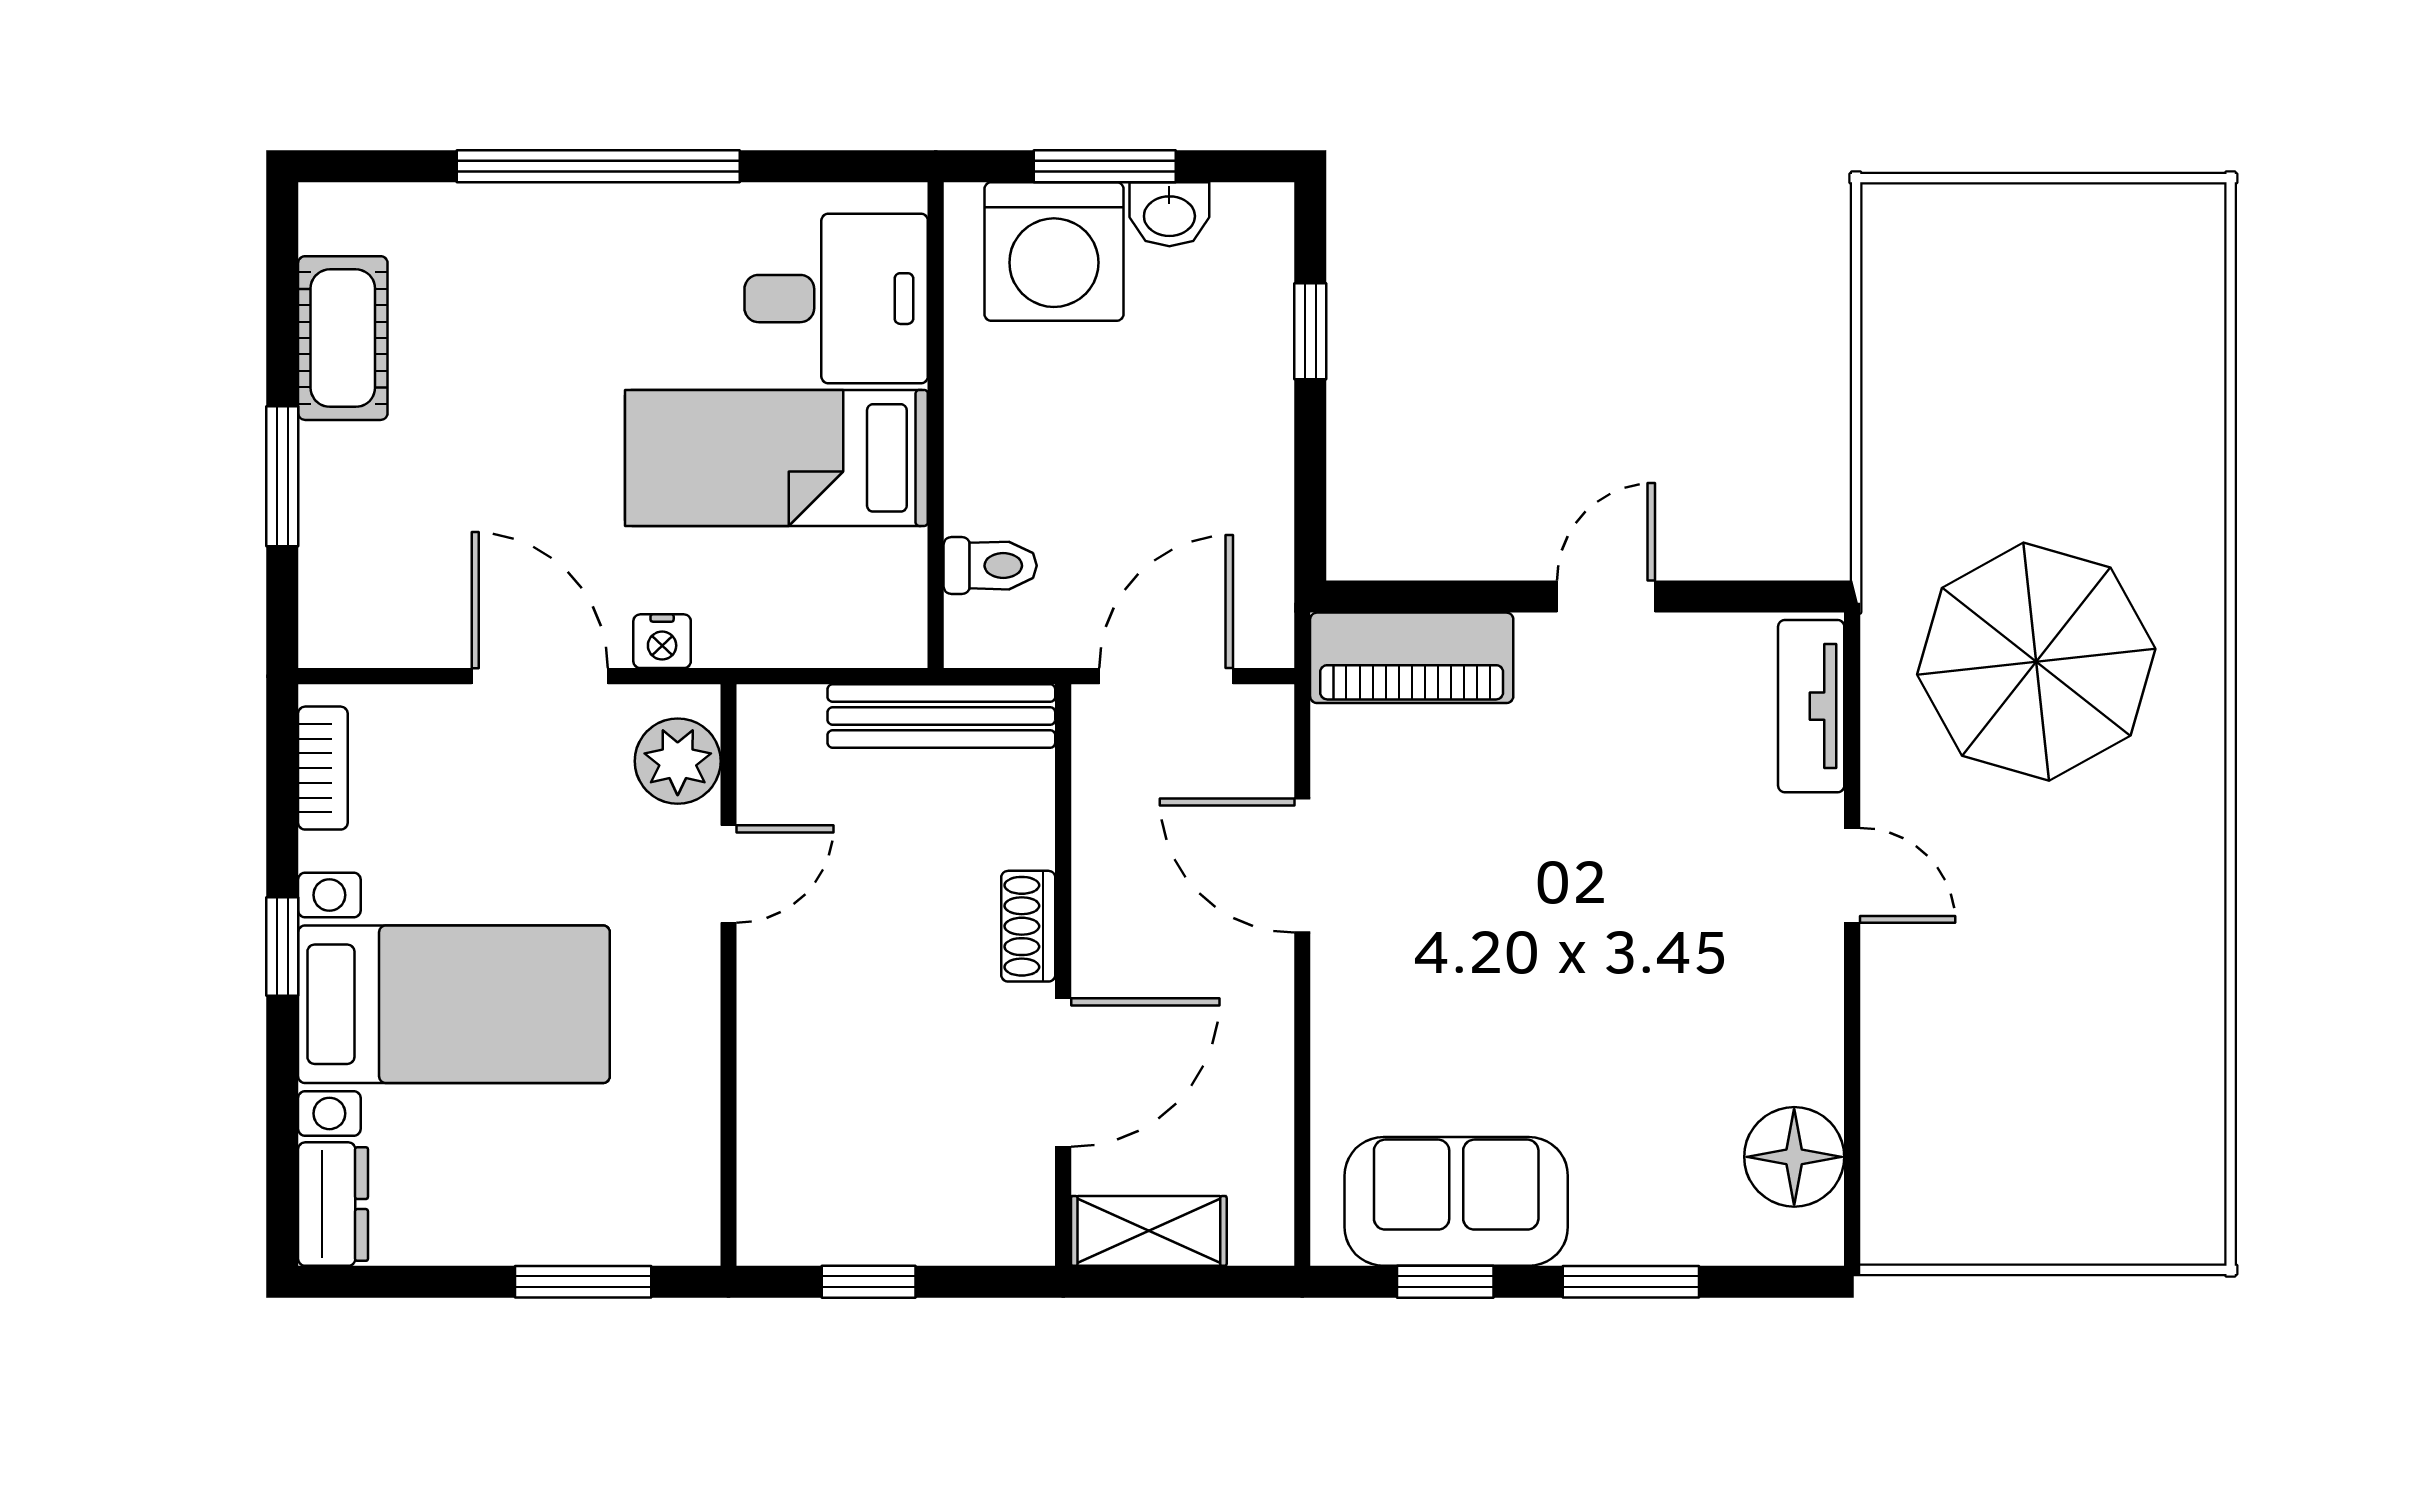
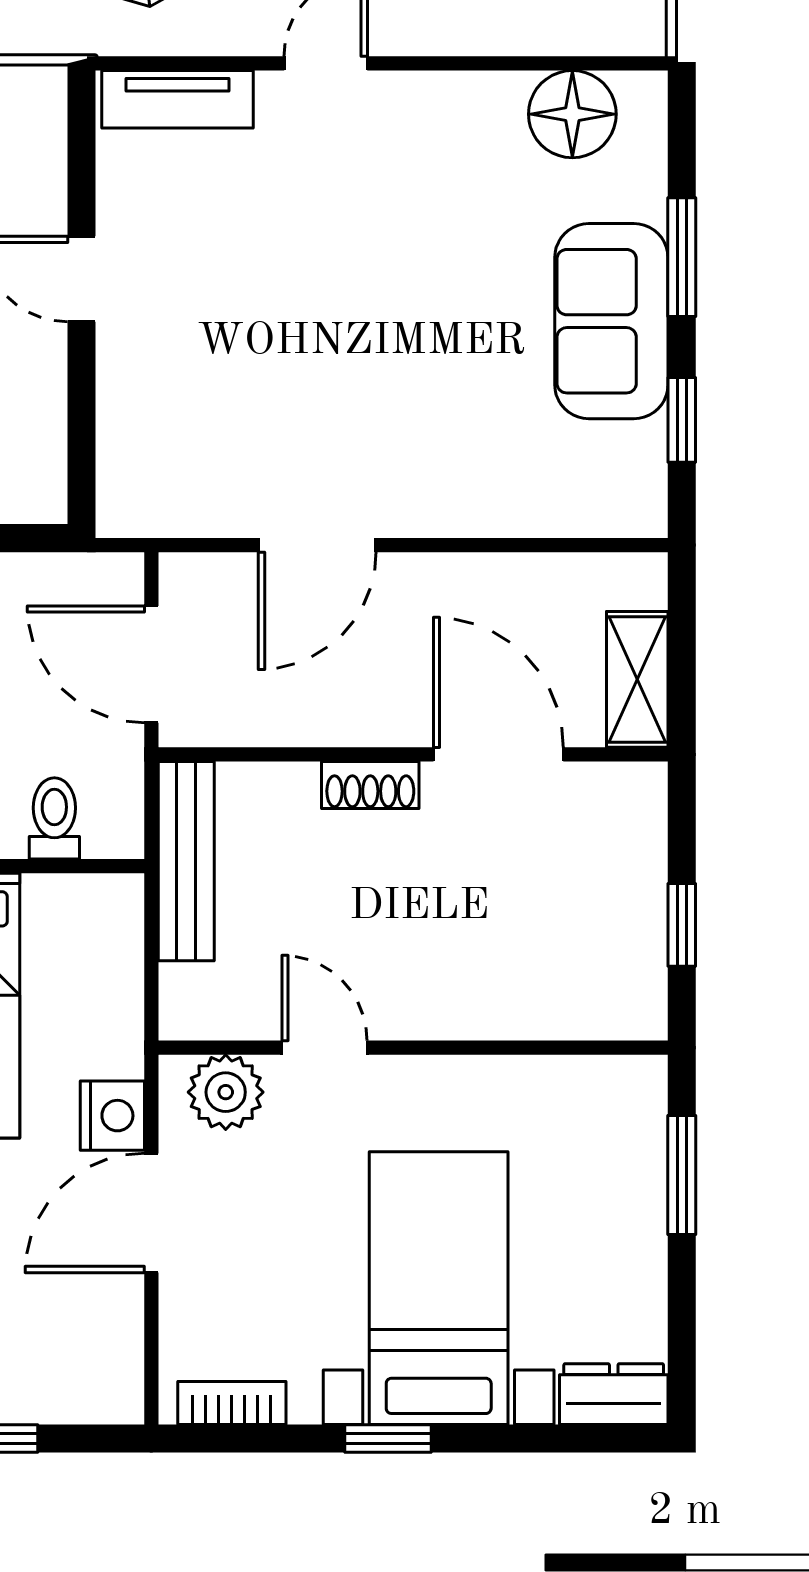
nightstand: (662, 641) -> (112, 1116), width x1.39, depth x1.35
piano: (1412, 658) -> (135, 449), removed
sofa: (1456, 1201) -> (611, 321), moved

